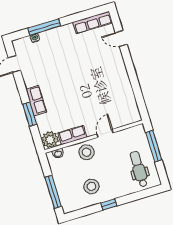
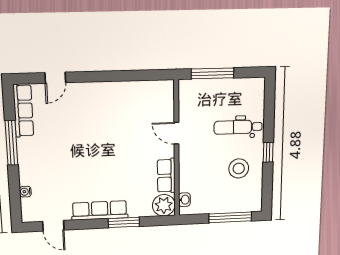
window: (44, 27) -> (11, 143), moved
row of seats: (36, 101) -> (100, 210), width x1.48
stool: (87, 152) -> (194, 163), removed
dental chair: (139, 169) -> (238, 127), moved

